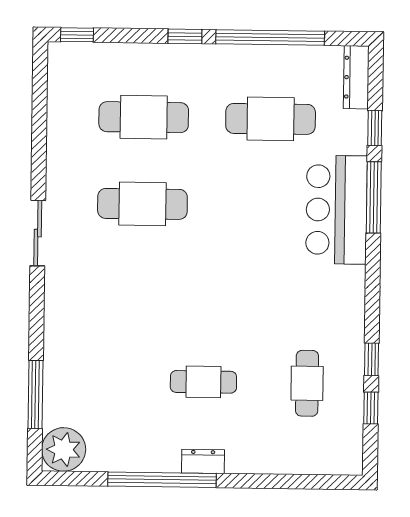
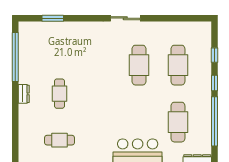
window: (77, 35) -> (215, 55), moved
window: (35, 394) -> (53, 18), width x0.69
plant: (64, 449) -> (28, 31), removed
window: (162, 480) -> (15, 57), moved

